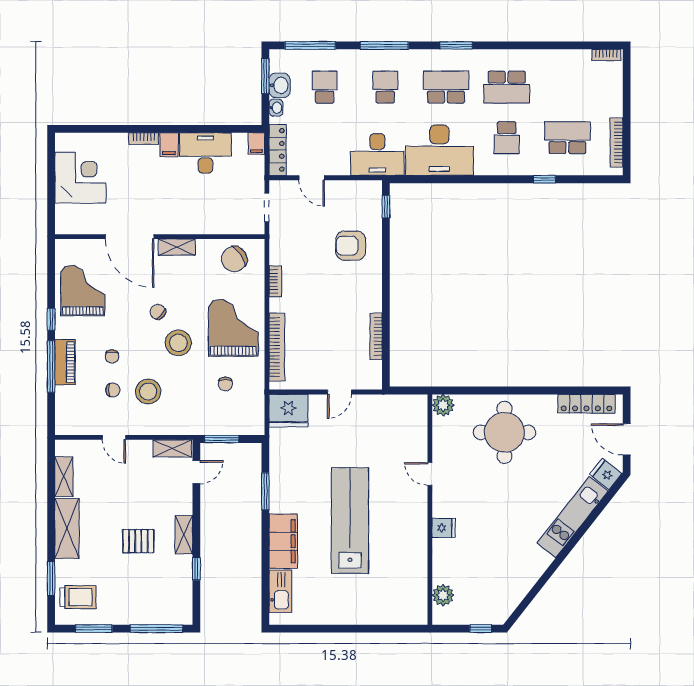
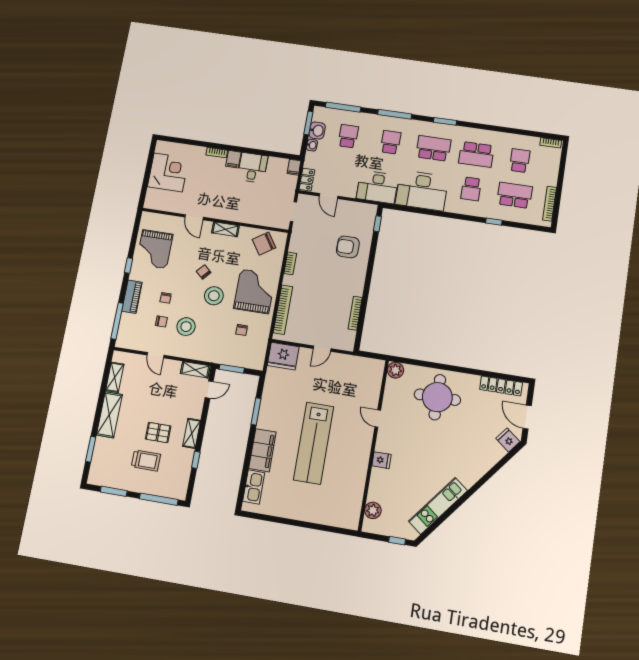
school desk: (567, 87) -> (520, 161), added
locker: (278, 150) -> (307, 180), width x0.66
desk: (205, 153) -> (253, 168), width x0.73
door: (130, 237) -> (194, 217), width x0.53
grand piano: (83, 291) -> (154, 249), turned 180
window: (51, 366) -> (117, 321), moved
kitchen unit: (572, 517) -> (438, 506), moved
lab bench: (350, 521) -> (314, 443), turned 180
trolley: (78, 597) -> (146, 460), moved

